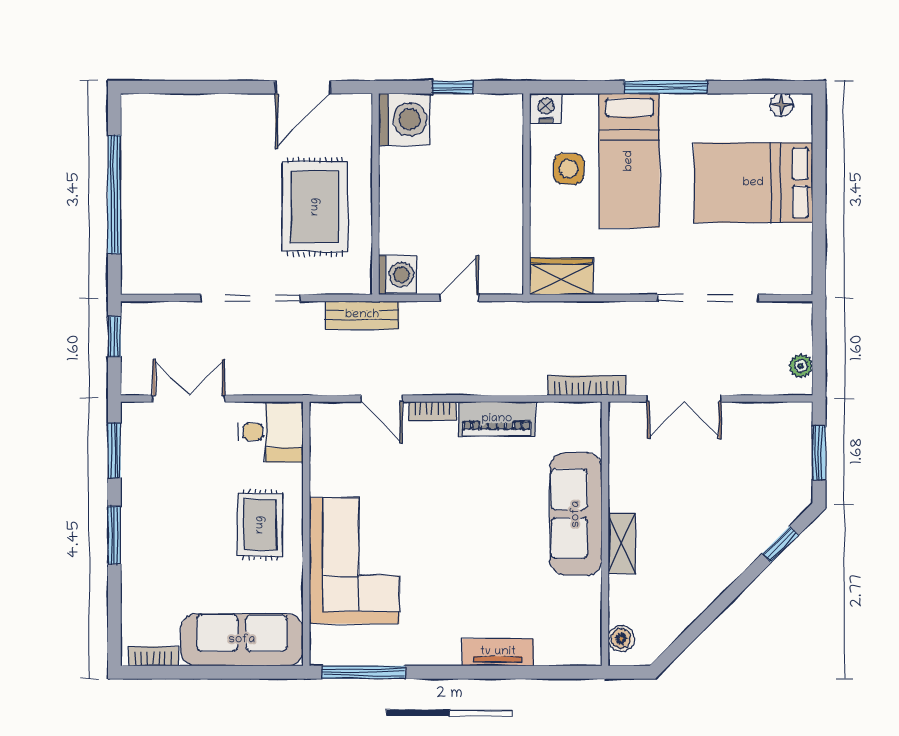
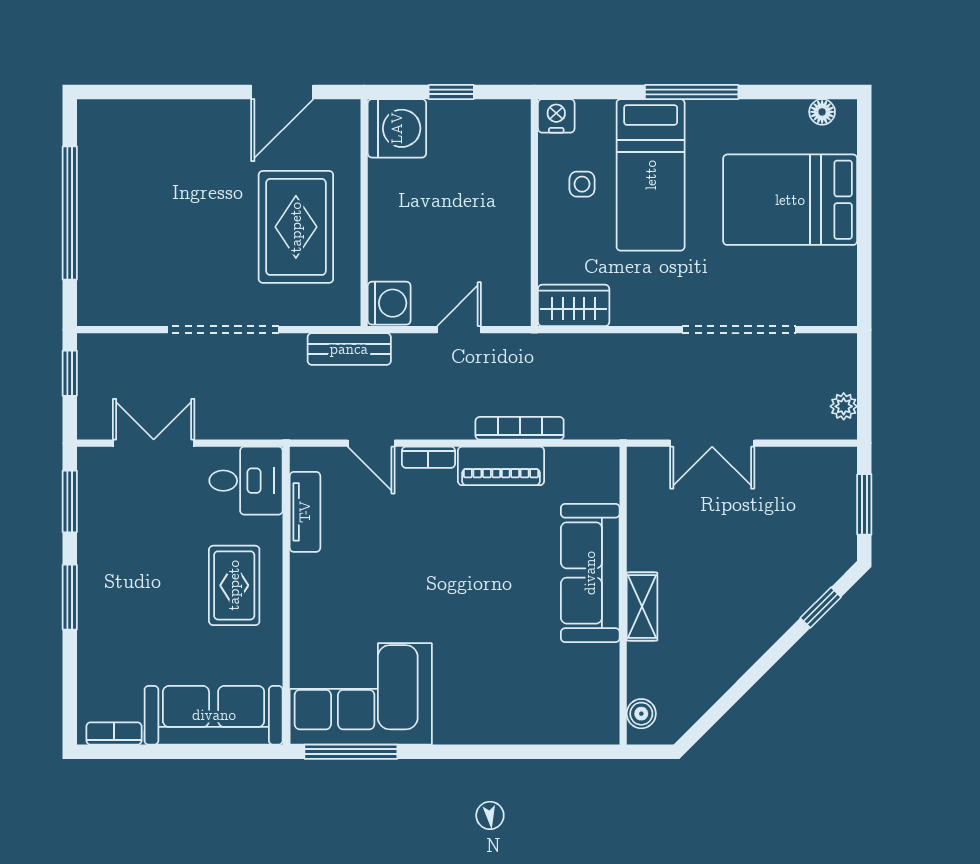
side table: (569, 169) -> (582, 184), width x0.73, depth x0.73
bookcase: (587, 385) -> (520, 428), moved
corner sofa: (354, 561) -> (361, 694), moved, turned -90
tv unit: (498, 652) -> (305, 512), moved, turned 90

